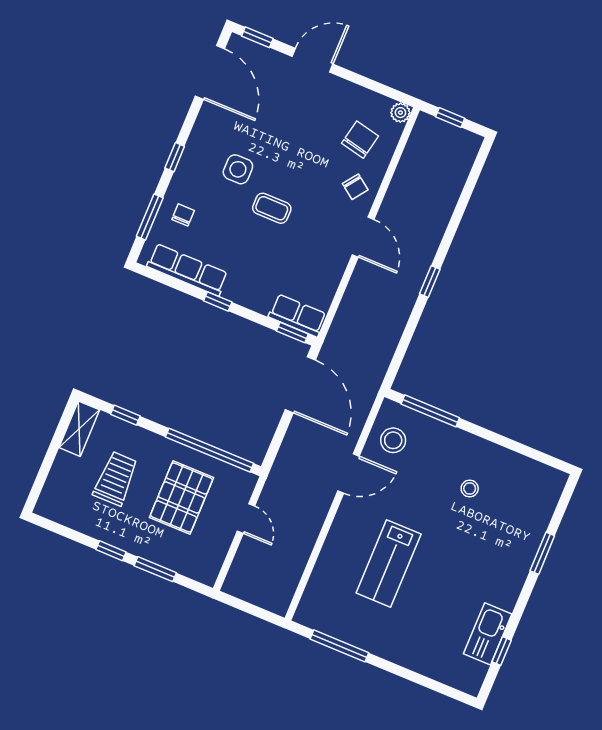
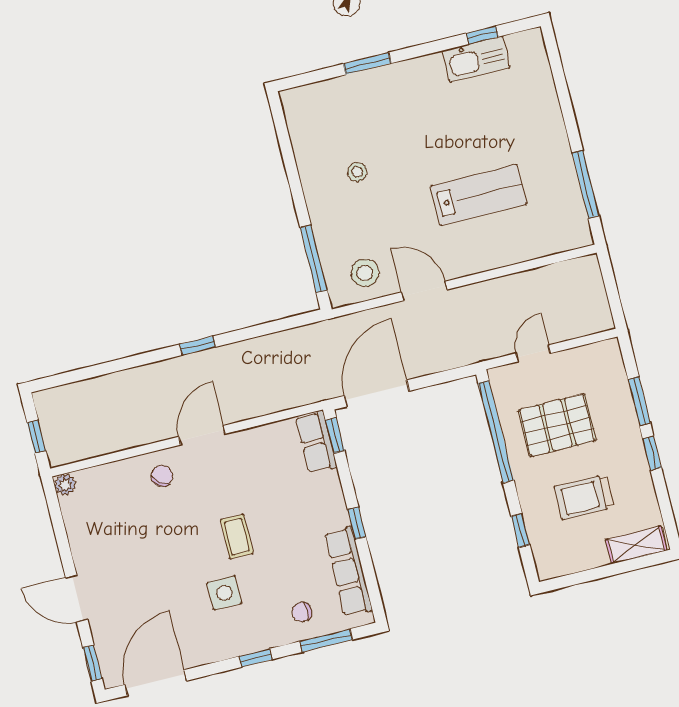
chair: (360, 140) -> (116, 503), removed
shelving: (79, 429) -> (636, 545), moved

